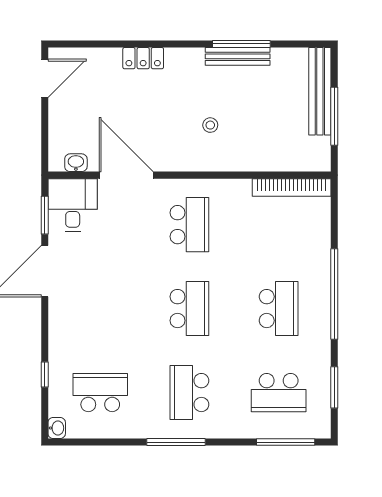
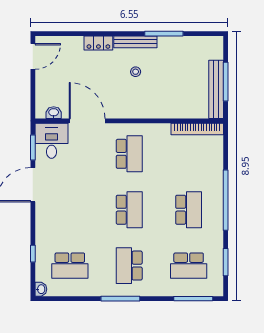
bench: (238, 56) -> (135, 42), moved
bench: (320, 91) -> (216, 89), moved
stool: (210, 125) -> (136, 72), moved
school desk: (100, 393) -> (70, 266), turned 180

